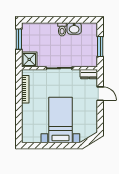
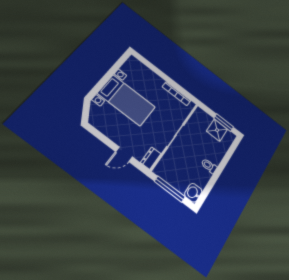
washbasin: (74, 28) -> (193, 193), moved
window: (100, 47) -> (170, 189), width x1.44
shower: (29, 59) -> (217, 130), moved

